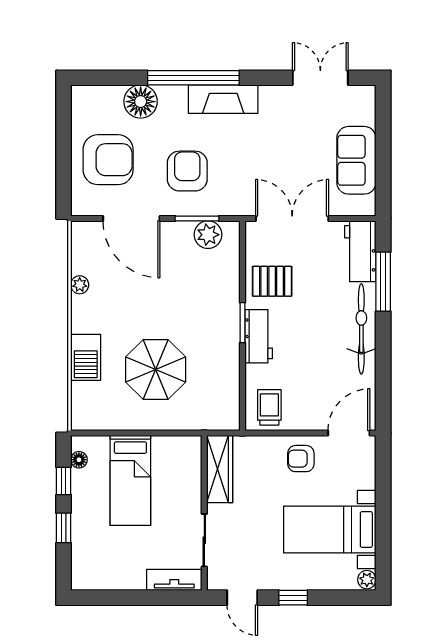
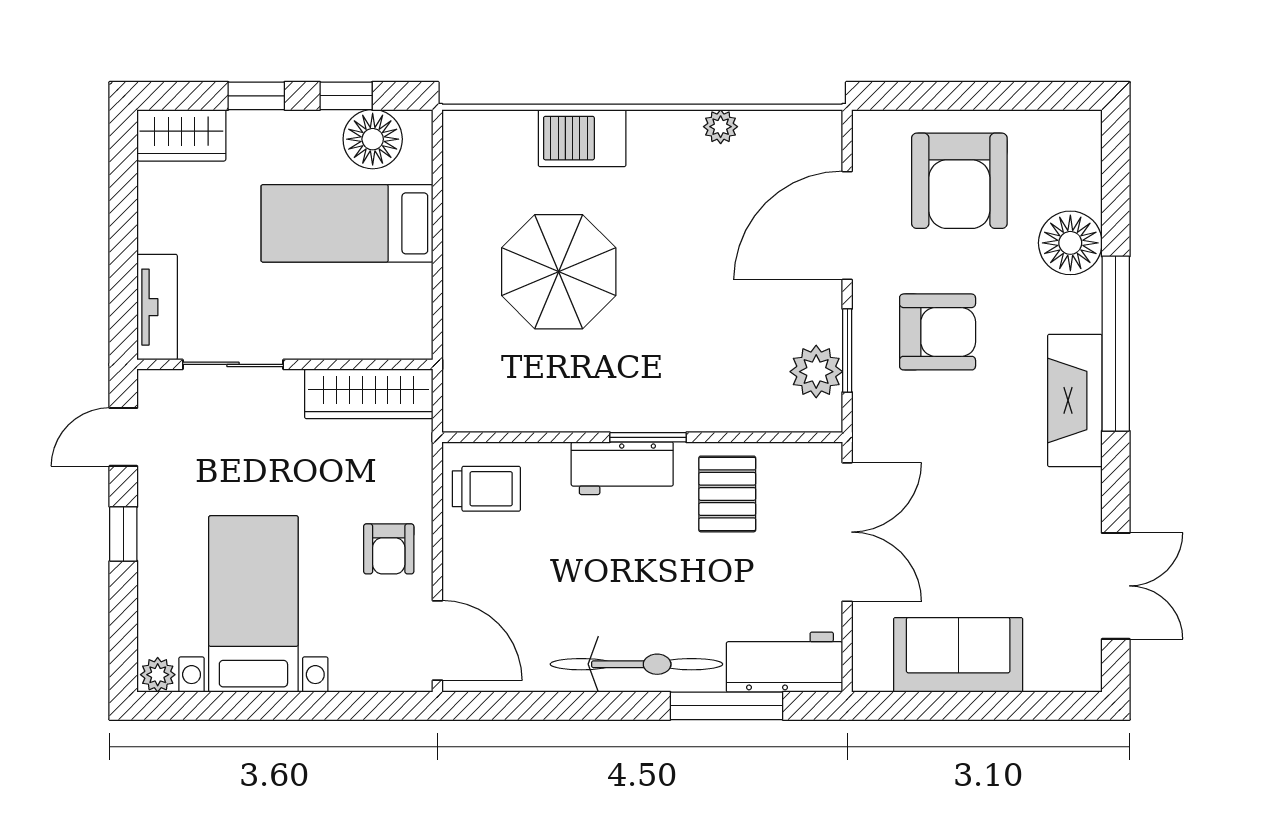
armchair: (301, 459) -> (389, 549), turned 180
floor lamp: (79, 460) -> (373, 139), width x1.89, depth x1.89
wardrobe: (84, 567) -> (181, 135), added

